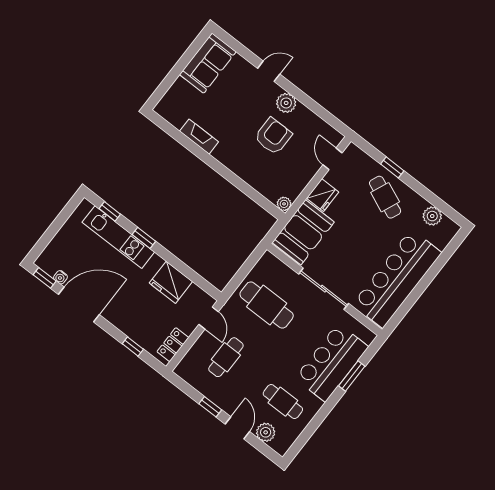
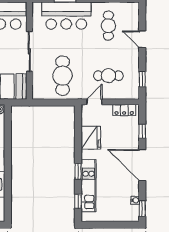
door: (79, 304) -> (142, 165), moved
window: (210, 407) -> (142, 79), moved
door: (237, 428) -> (142, 39), hinge flipped
plant: (266, 432) -> (133, 22), removed

